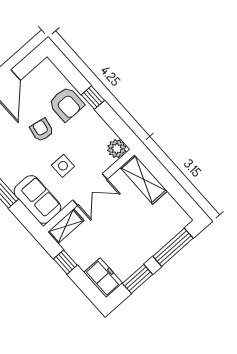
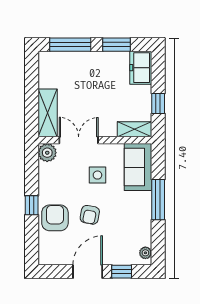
double door: (90, 190) -> (79, 140), moved

